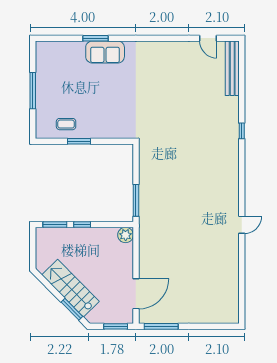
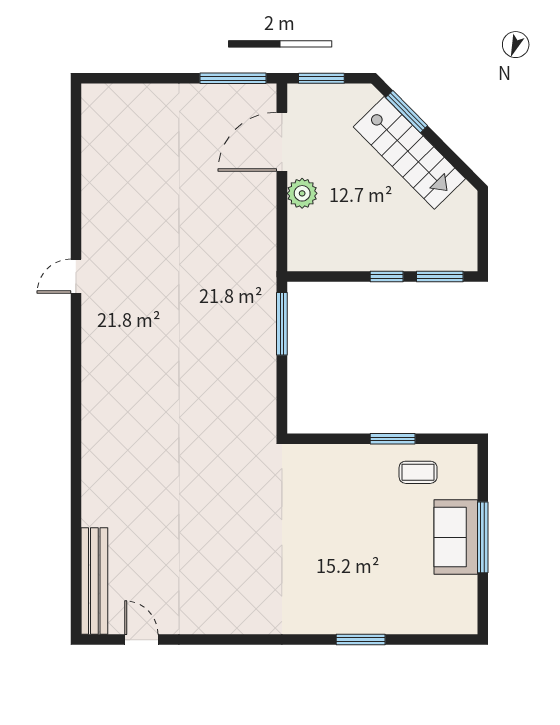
sofa: (105, 52) -> (456, 537), moved, turned -90
window: (242, 131) -> (76, 459), removed
plant: (126, 235) -> (302, 193), moved

